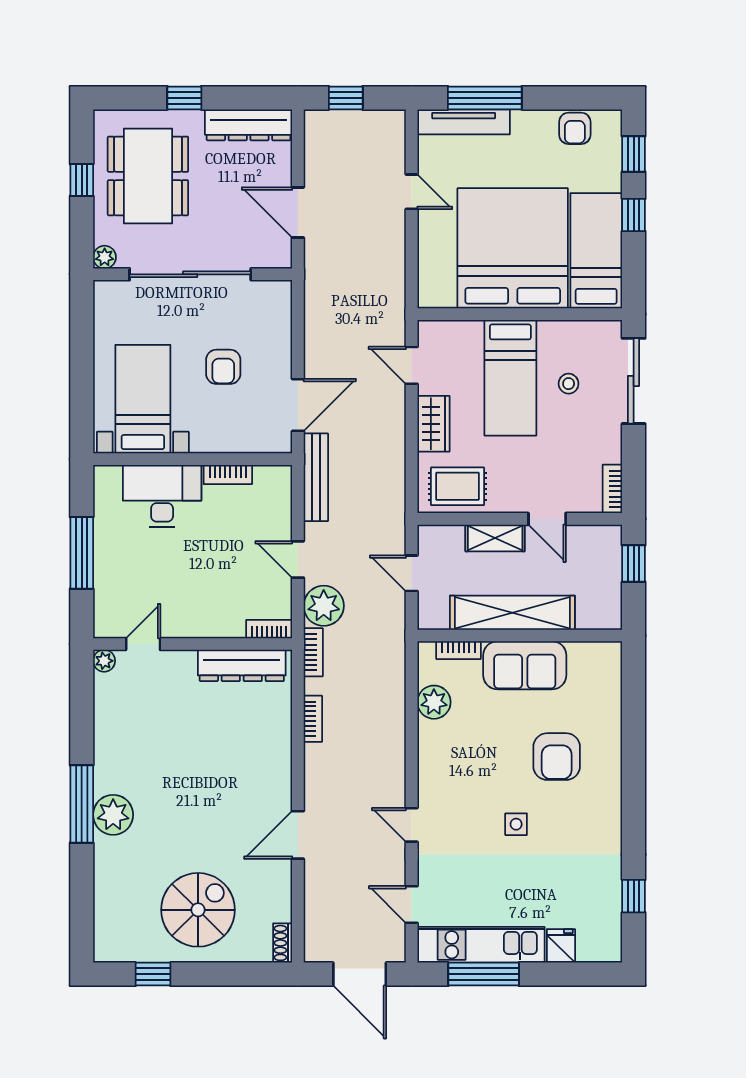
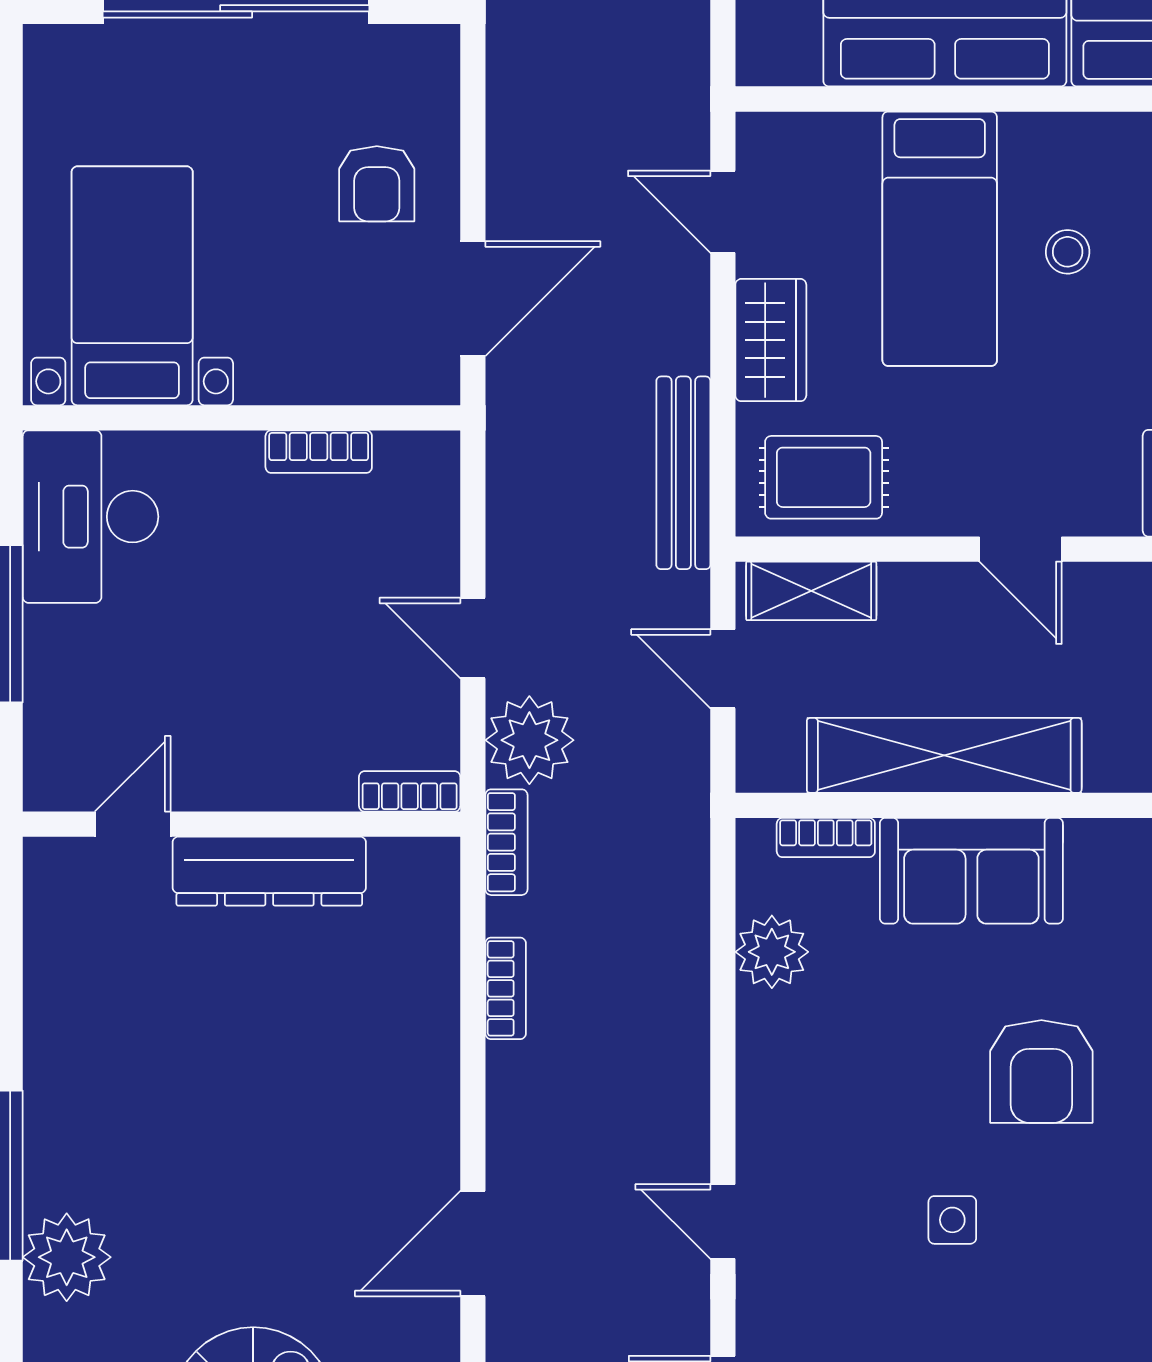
armchair: (223, 367) -> (377, 184), moved
bench: (316, 477) -> (683, 473), moved
desk: (162, 496) -> (90, 517), moved, turned -90
shelving: (495, 538) -> (811, 591), moved
plant: (104, 661) -> (47, 861), removed
dresser: (242, 665) -> (269, 871), moved
plant: (113, 815) -> (67, 1257), moved

